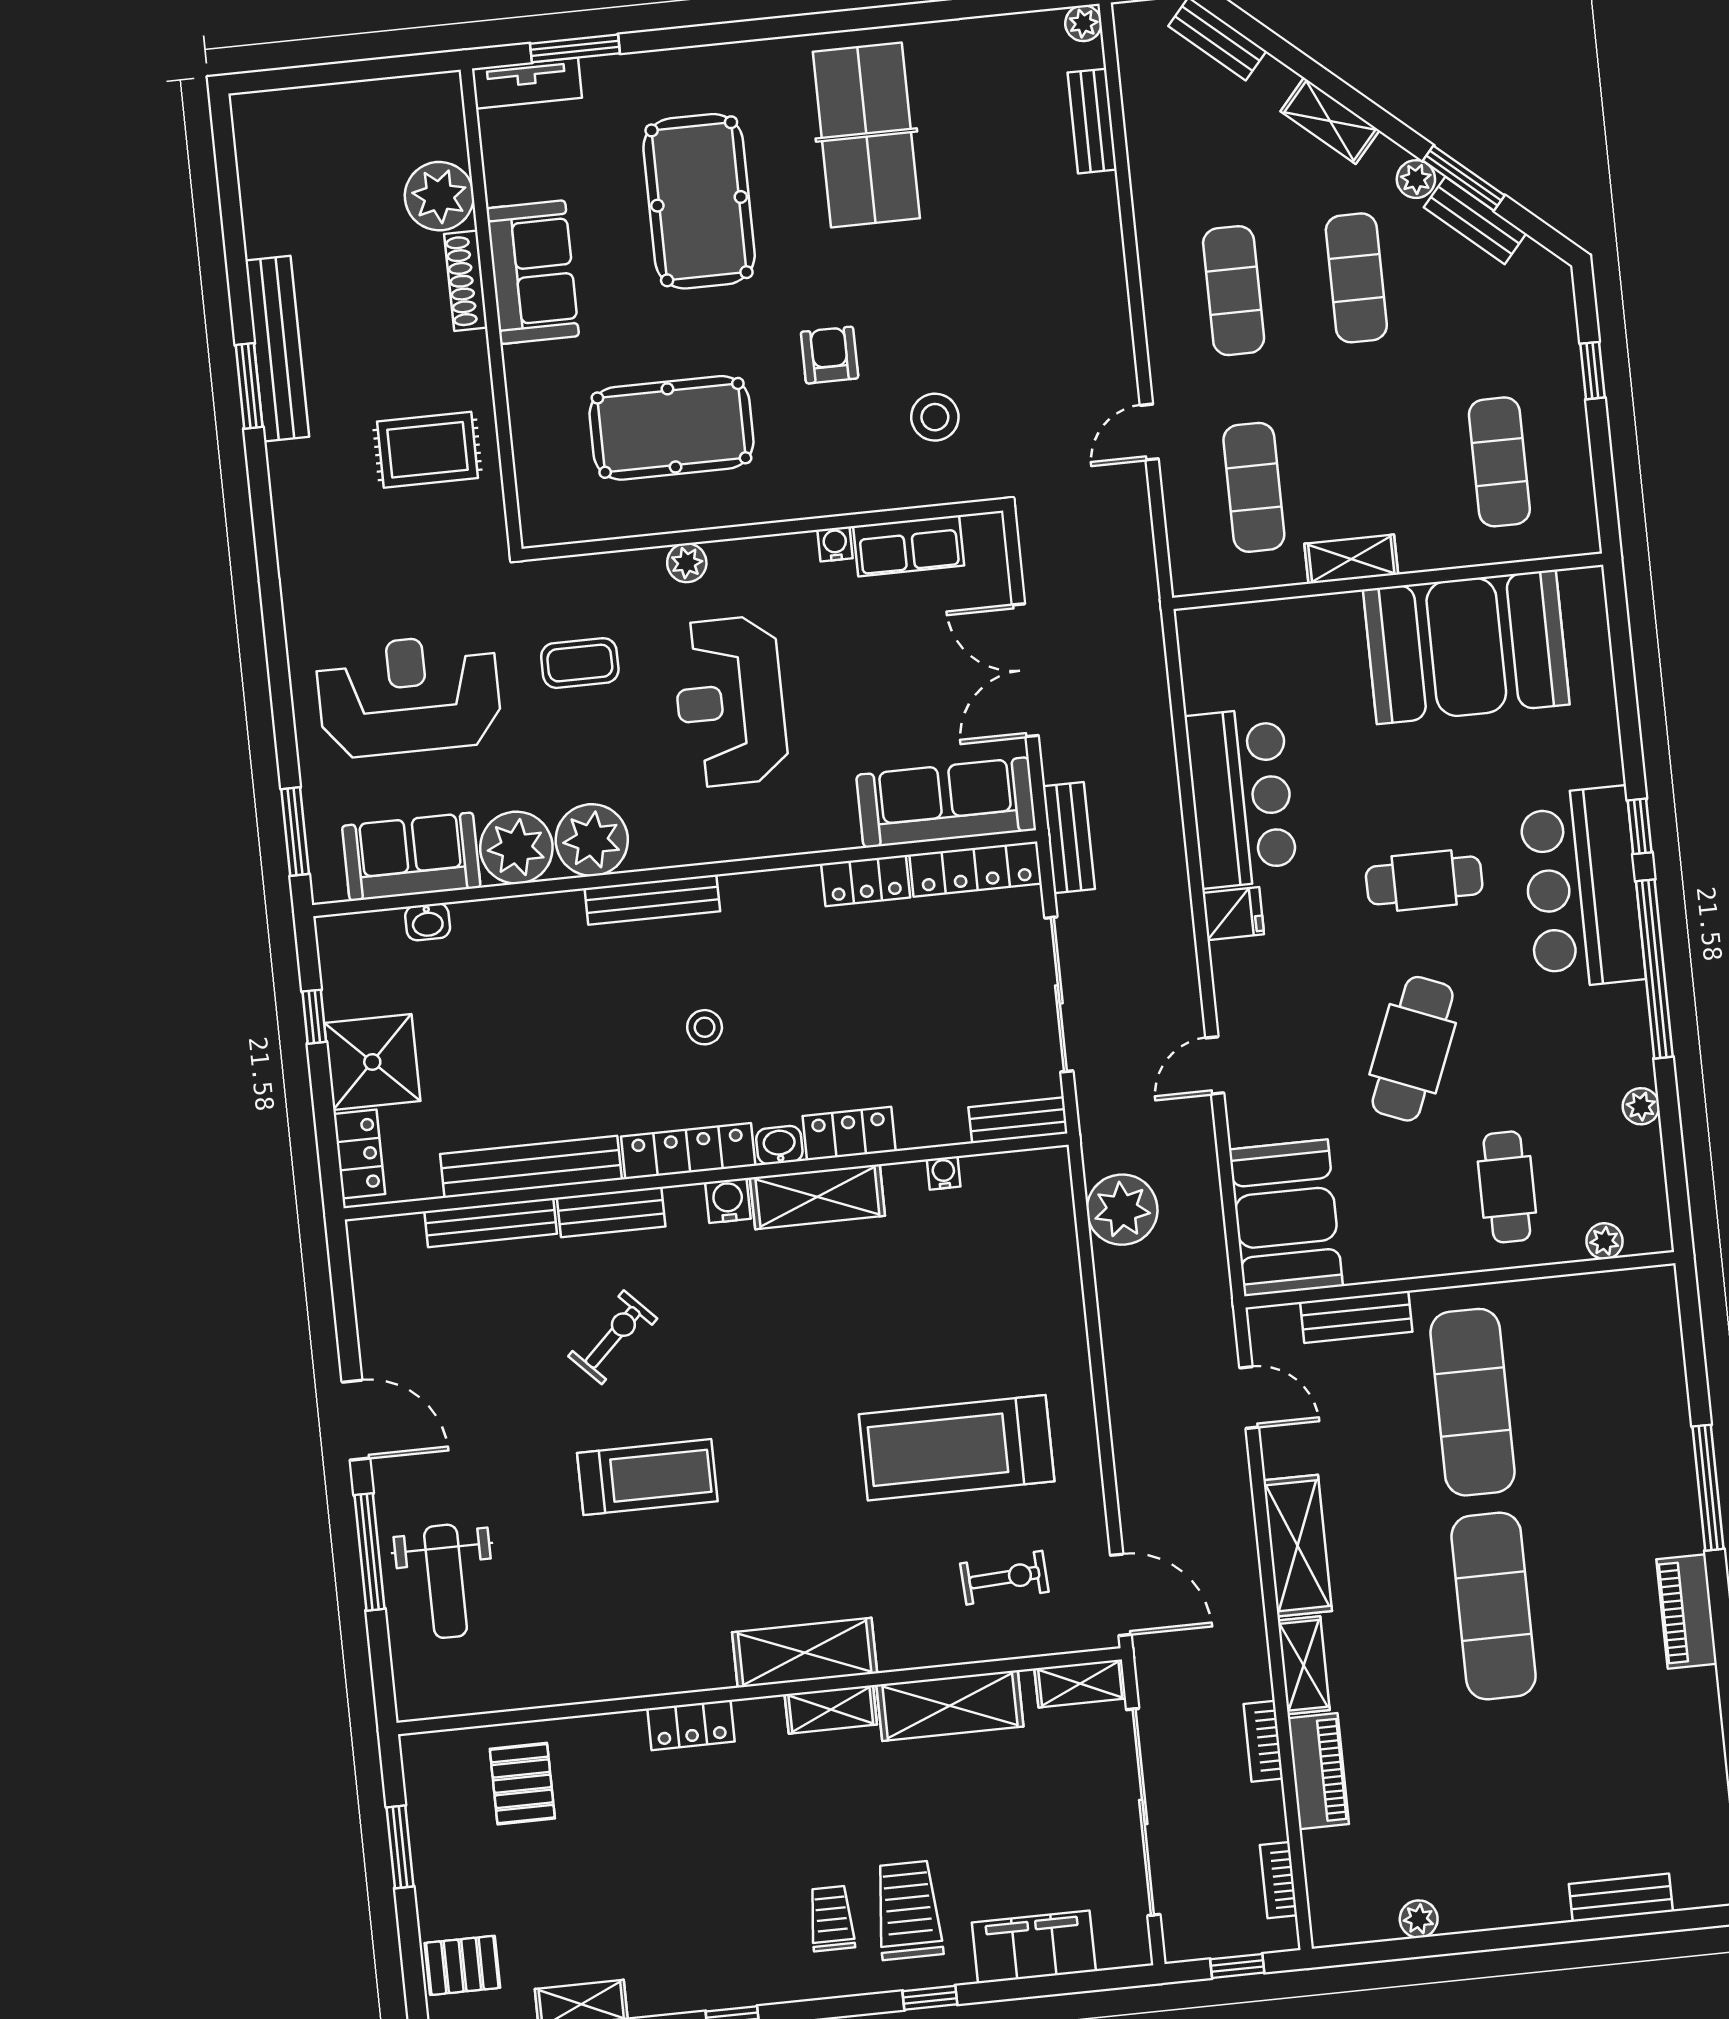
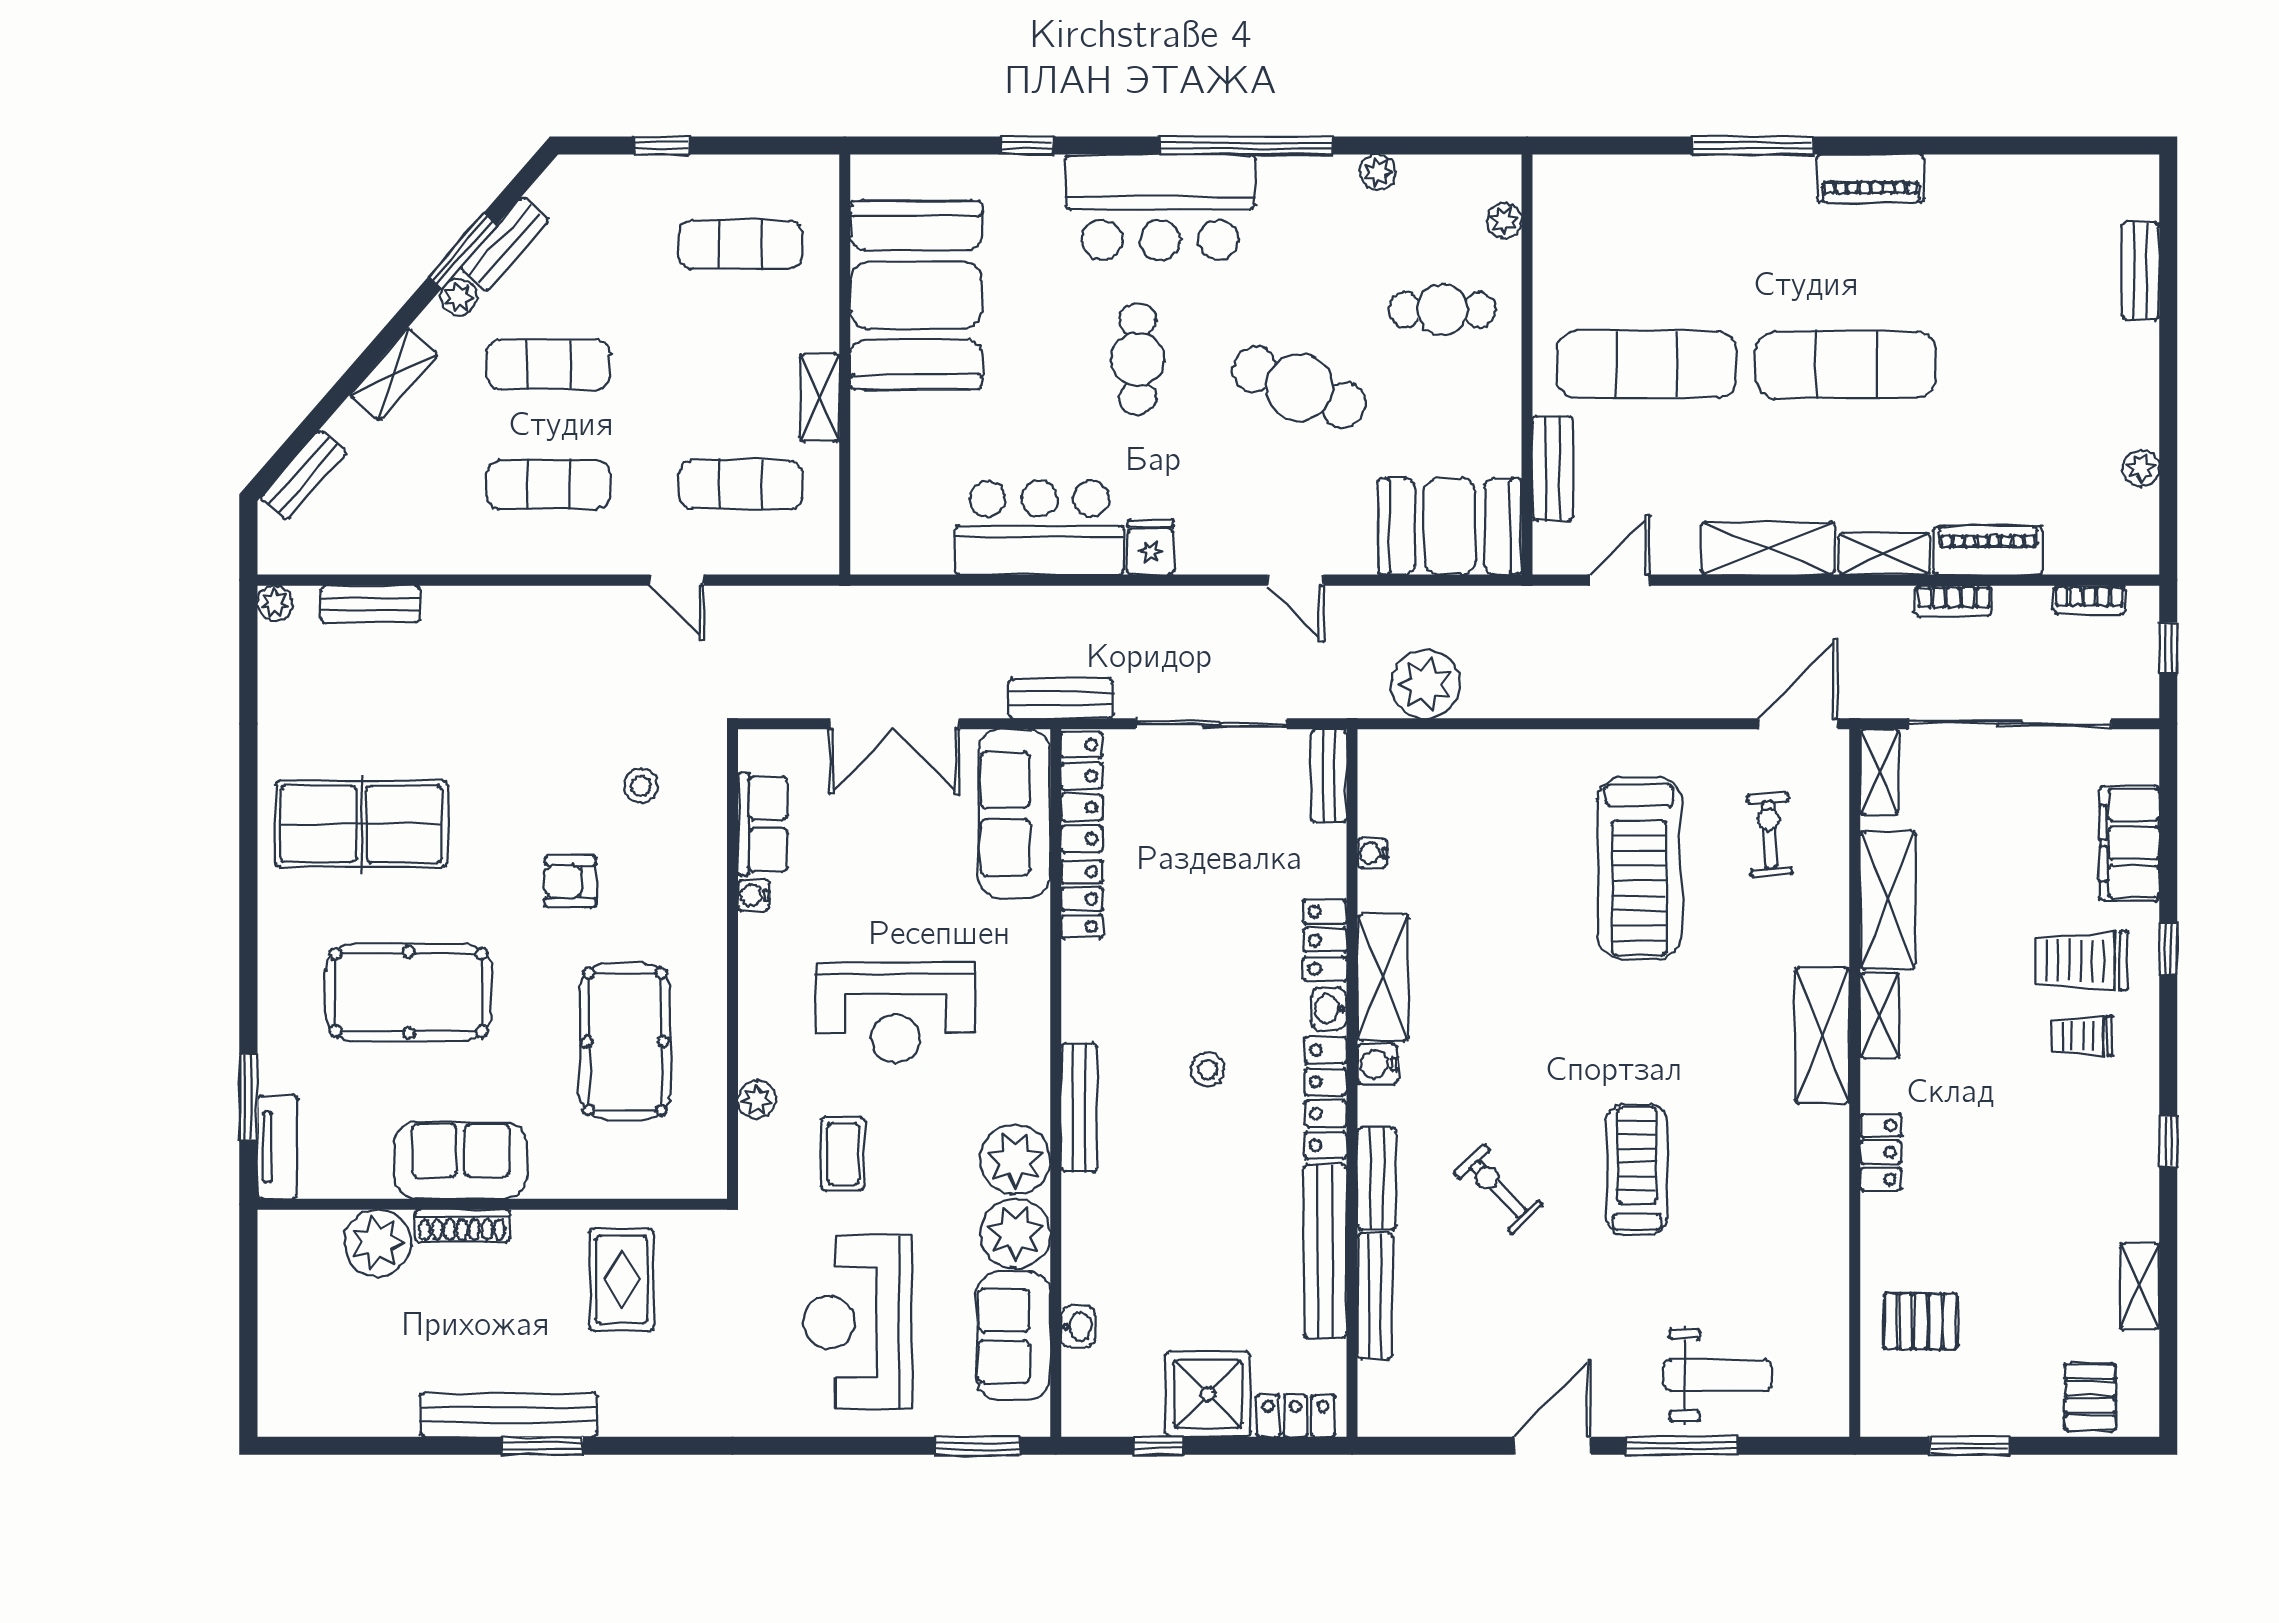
stool: (935, 417) -> (641, 786), width x0.73, depth x0.73
plant: (687, 563) -> (757, 1100), moved
window: (1640, 826) -> (1027, 146), moved

